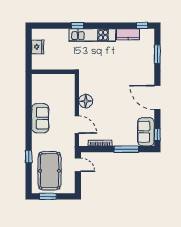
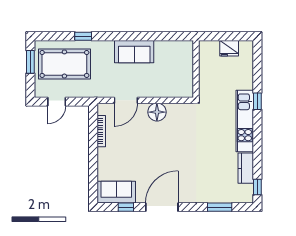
window: (157, 135) -> (126, 207), moved
window: (126, 149) -> (93, 166), removed
door: (78, 165) -> (57, 102), moved

